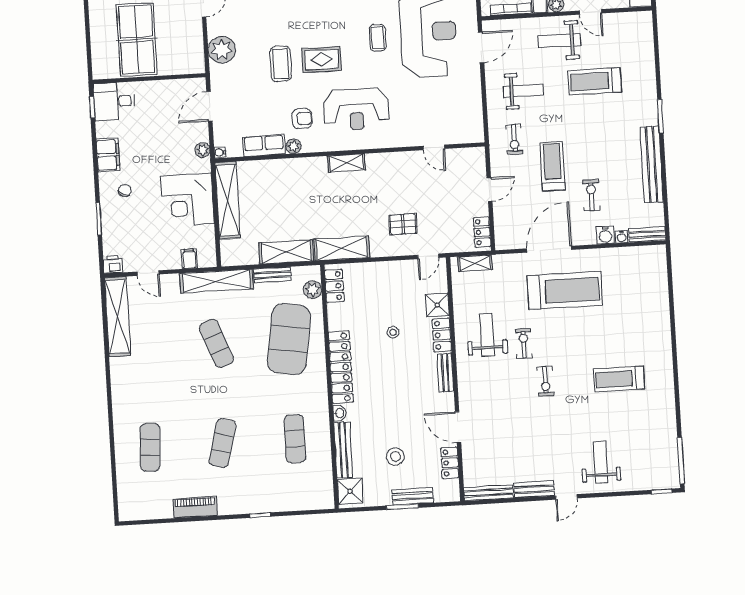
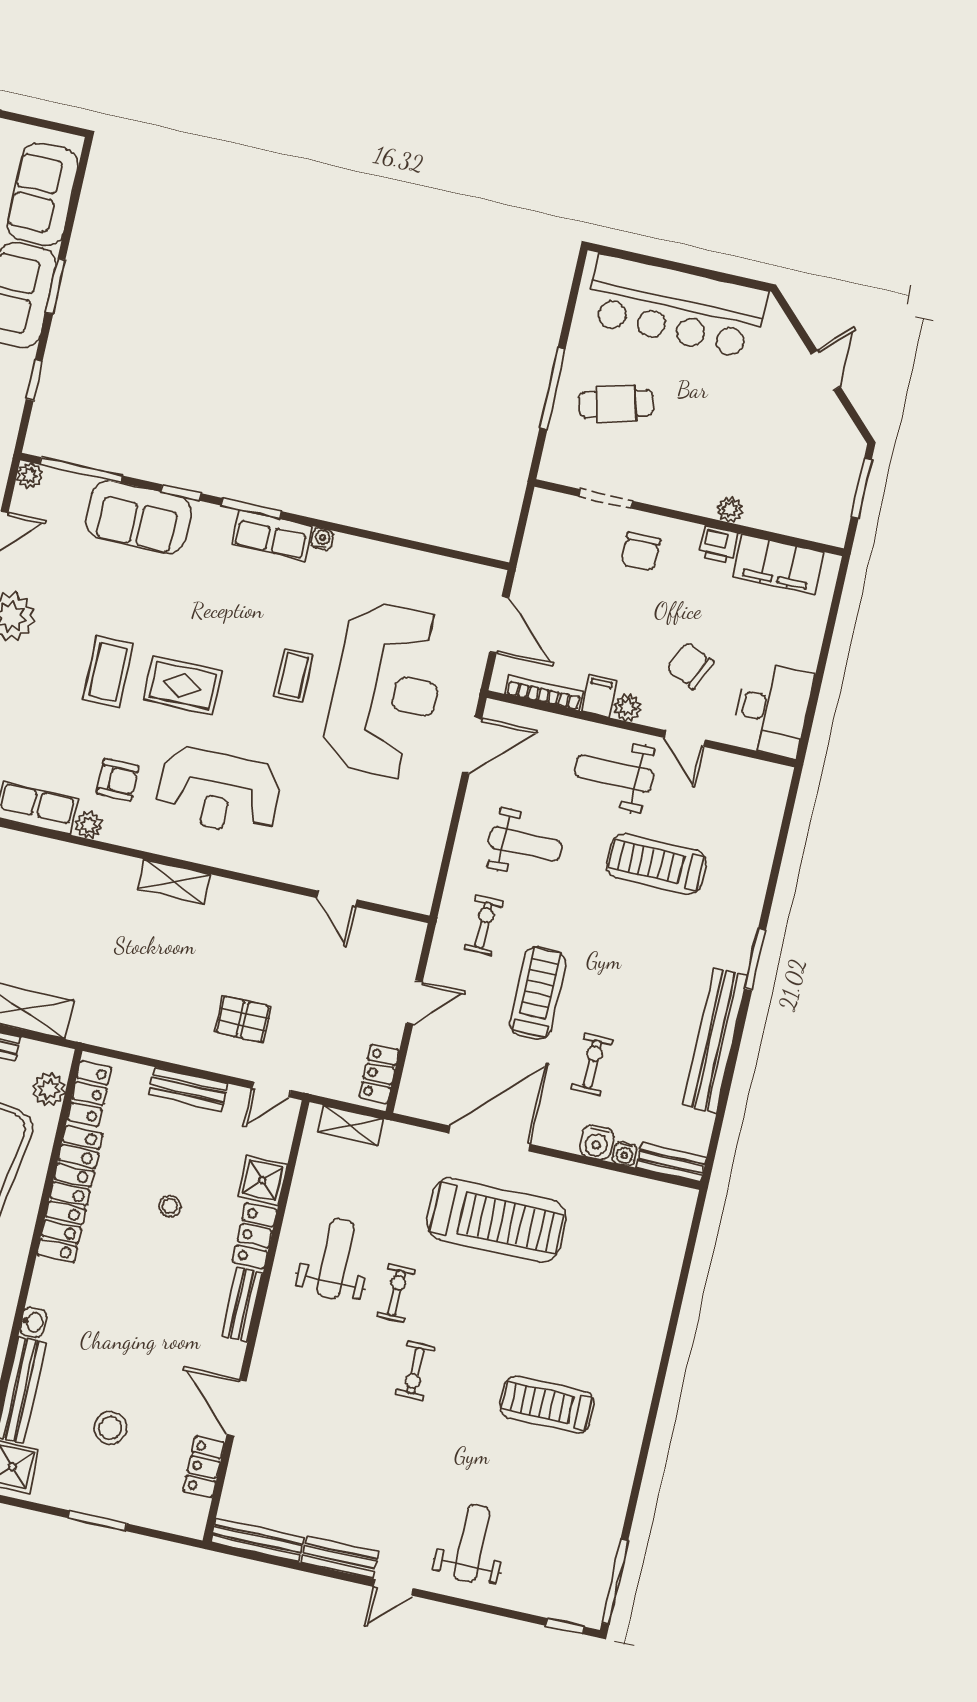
exercise bike: (514, 139) -> (484, 925), turned 180
shelving: (342, 248) -> (122, 1031), removed
locker: (341, 367) -> (70, 1194), moved
bench: (413, 496) -> (188, 1089), moved

